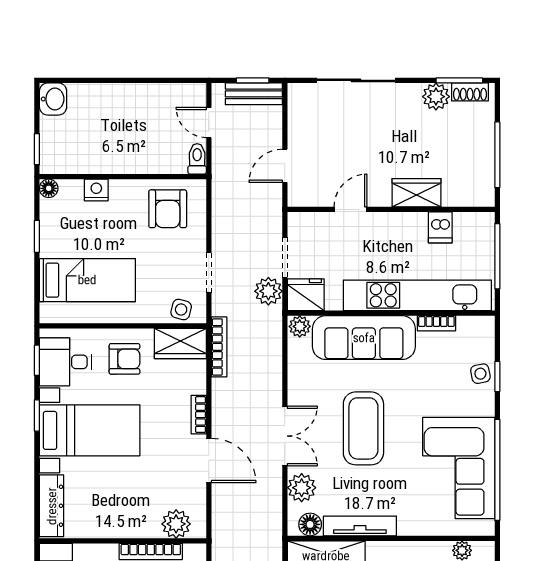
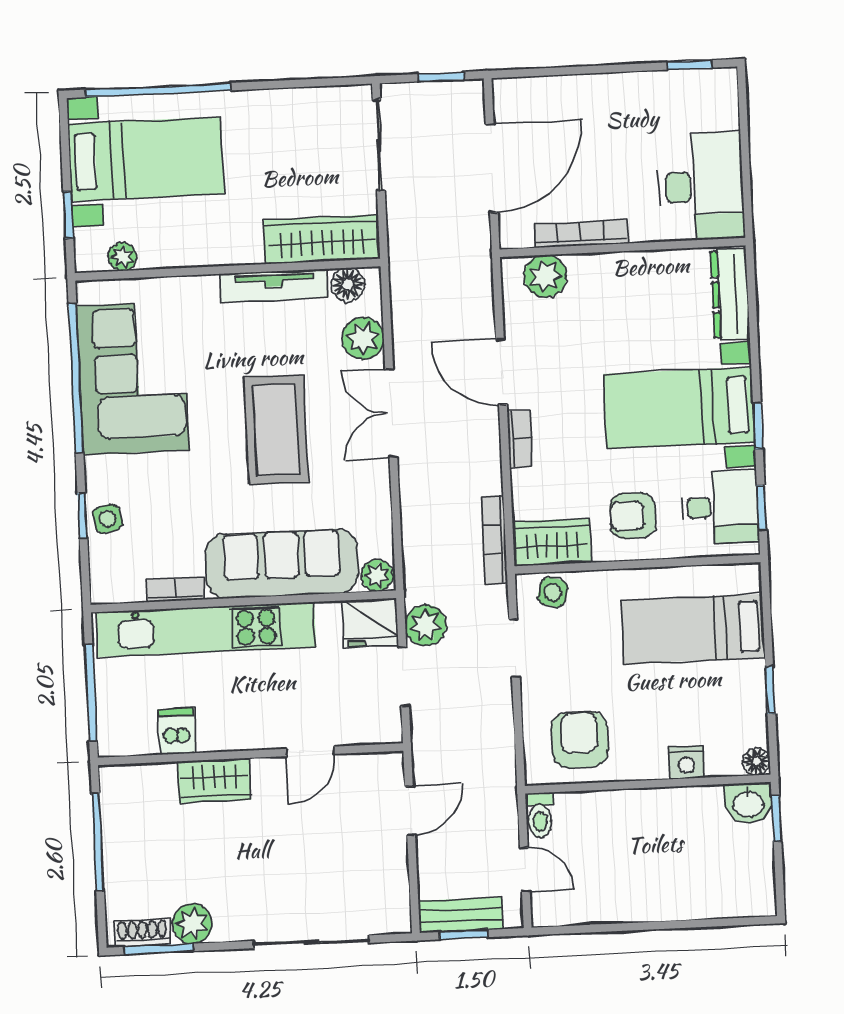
washbasin: (53, 99) -> (748, 803), moved, turned -90

